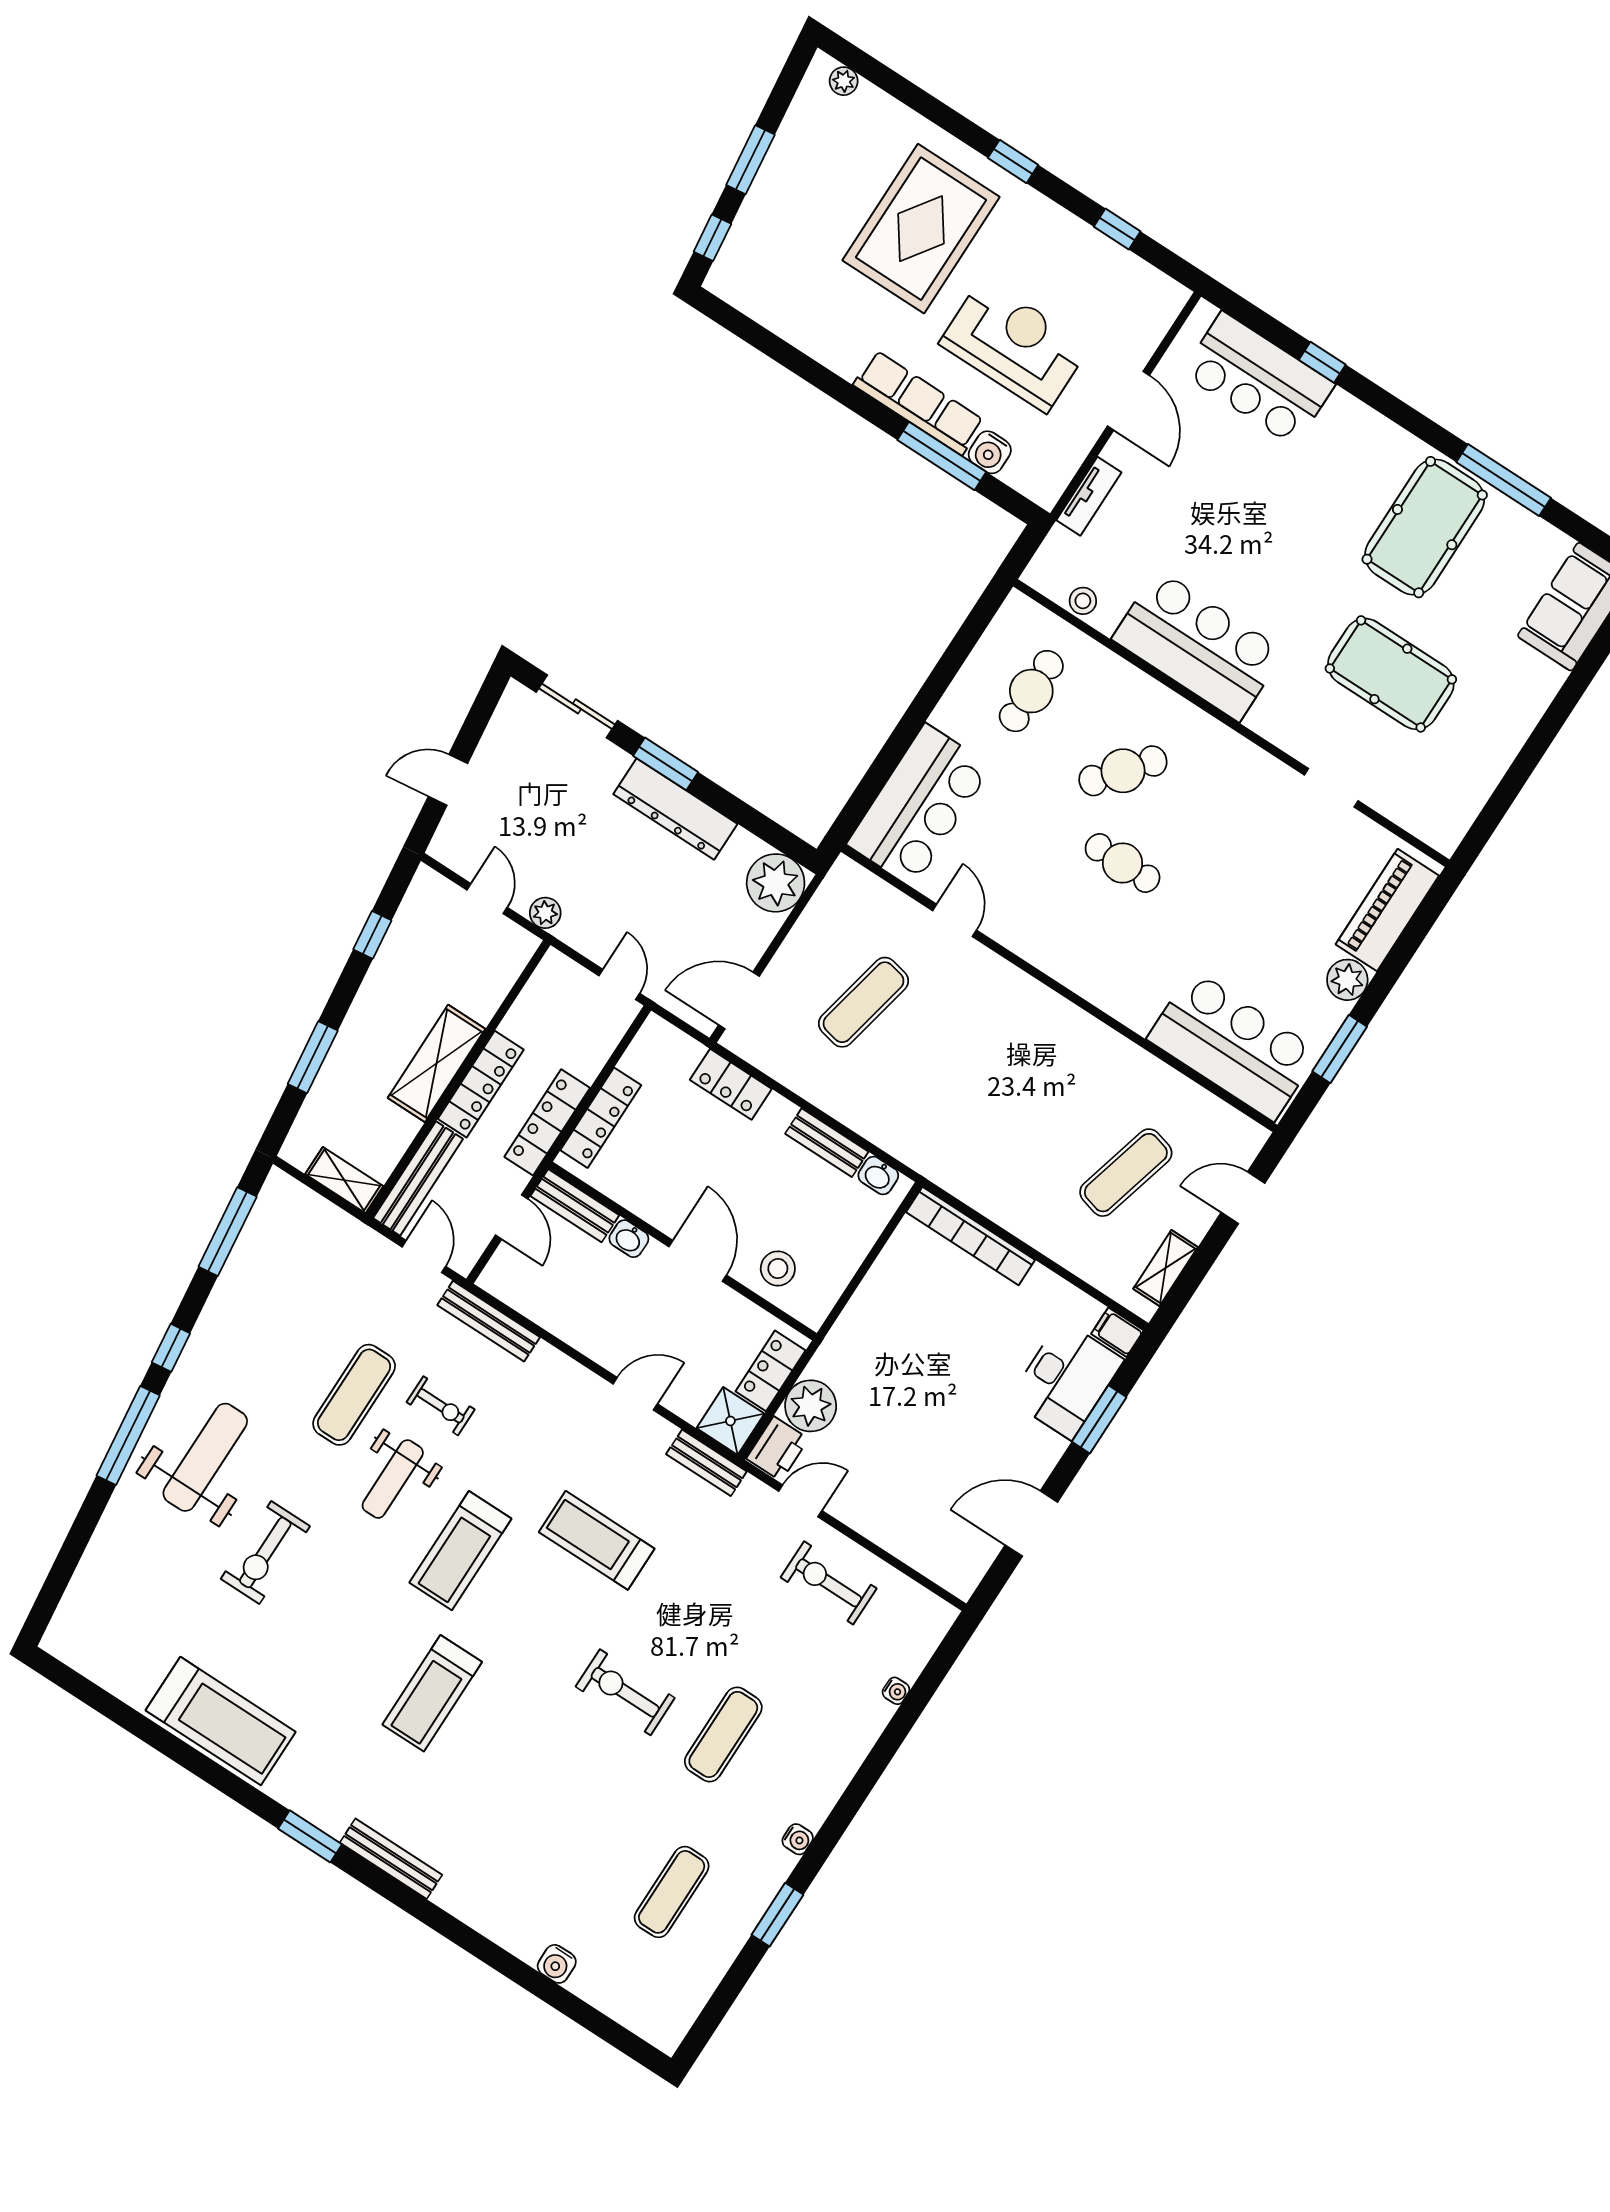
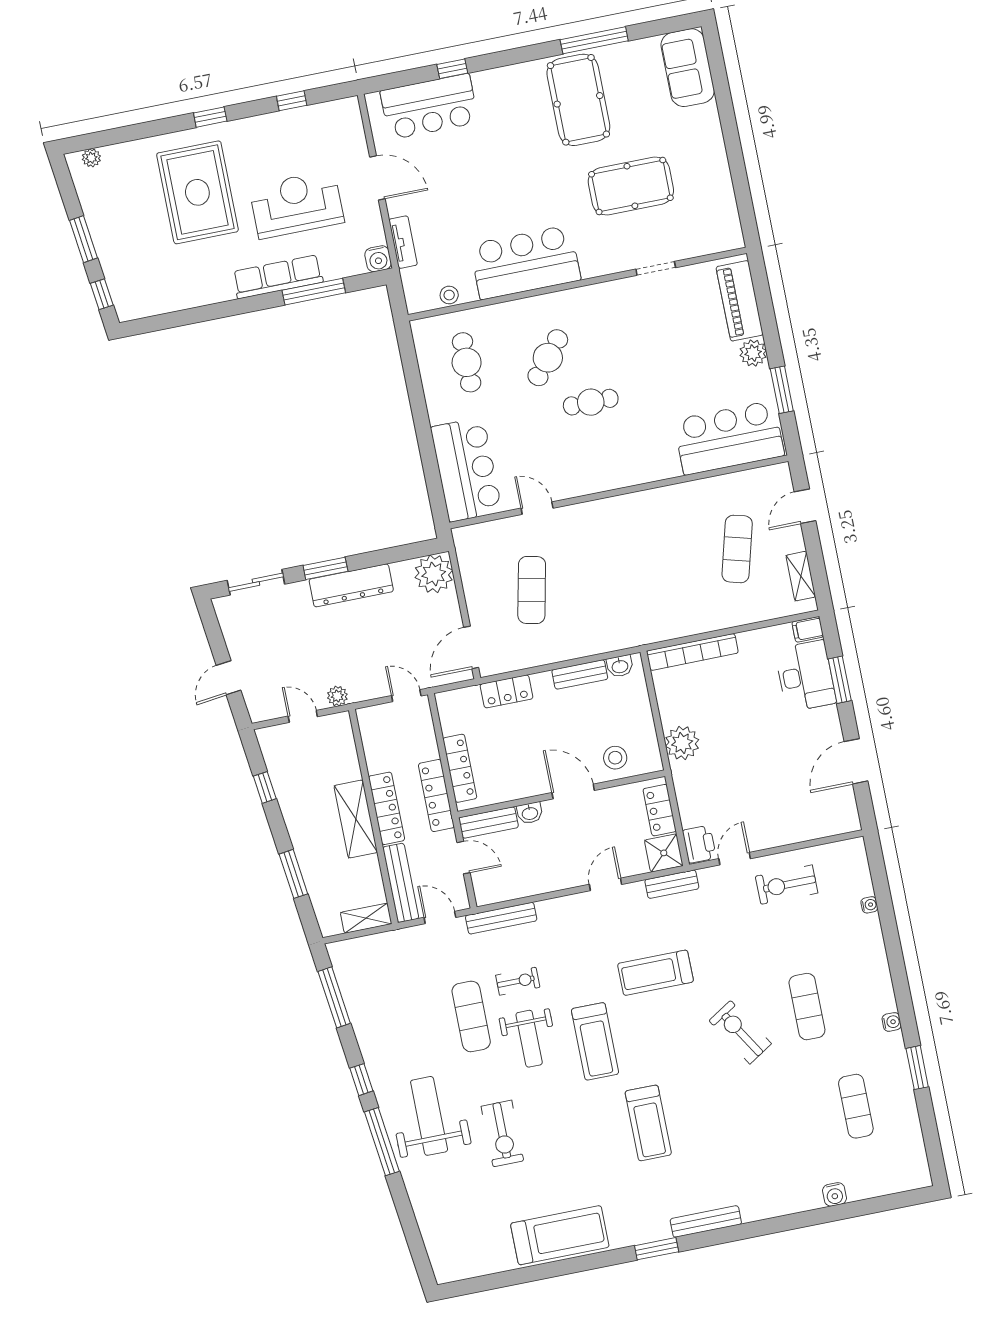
water cooler: (990, 452) -> (378, 259), moved
plant: (811, 1406) -> (682, 743), moved
exercise bike: (625, 1692) -> (740, 1032), turned 58

